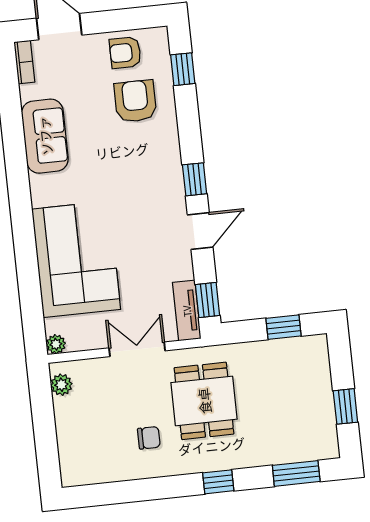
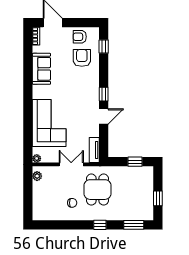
window: (207, 300) -> (104, 146), removed

